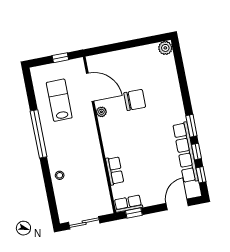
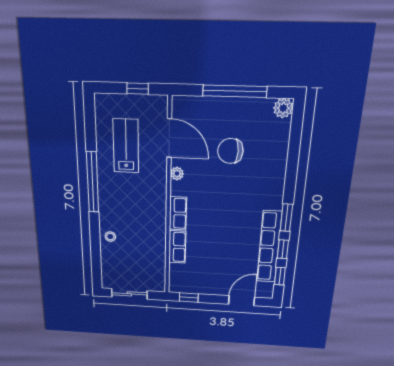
window: (129, 44) -> (235, 91), added
chair: (135, 100) -> (230, 151), moved, turned 180
row of seats: (128, 204) -> (178, 213), moved, turned 90

